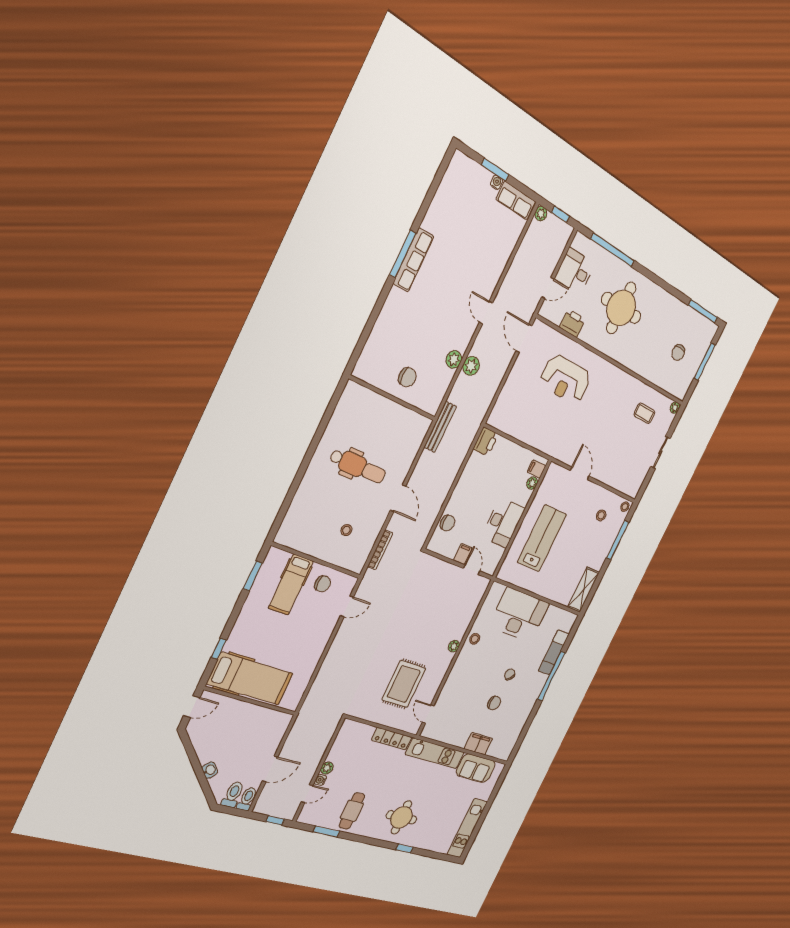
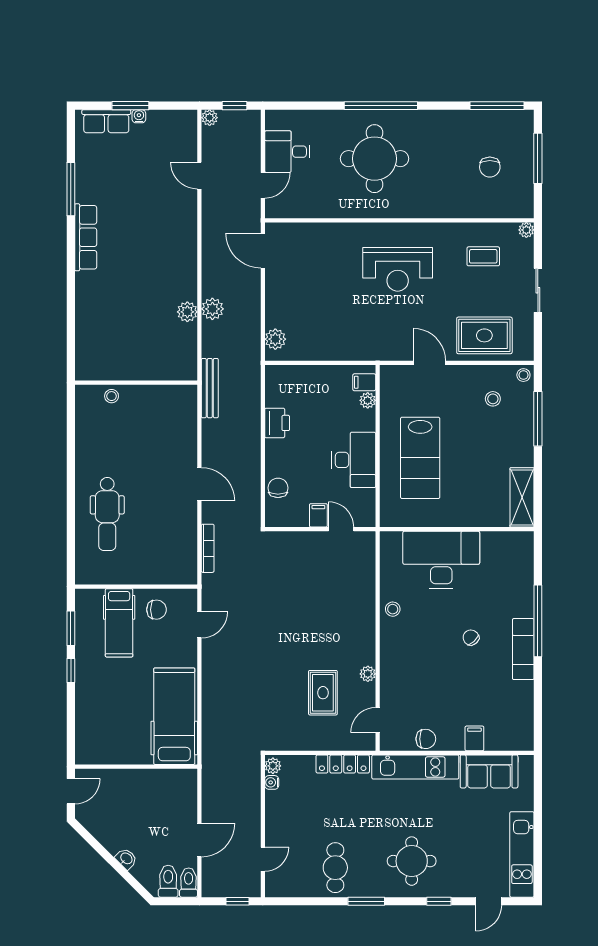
row of seats: (516, 201) -> (106, 121), moved
window: (613, 250) -> (381, 106), moved
window: (403, 254) -> (71, 189), moved
door: (486, 313) -> (199, 176), moved
printer: (572, 323) -> (317, 206), removed
chair: (407, 377) -> (142, 354), removed
reception desk: (566, 379) -> (398, 269), moved
plant: (499, 410) -> (275, 339), added
printer: (486, 442) -> (277, 423), moved
dental chair: (358, 466) -> (107, 514), moved, turned 90
rug: (618, 469) -> (484, 335), added
chair: (448, 523) -> (278, 488), turned -90
stool: (346, 530) -> (112, 396), moved
lab bench: (542, 538) -> (420, 458), turned 180
plant: (454, 646) -> (368, 674), moved
window: (219, 649) -> (71, 670), moved
exam couch: (554, 652) -> (523, 649), moved
hospital bed: (250, 679) -> (174, 716), moved, turned -90
rug: (404, 684) -> (323, 693), width x0.73, depth x0.70
chair: (494, 703) -> (426, 739), moved
door: (428, 714) -> (378, 720), hinge flipped
filing cabinet: (478, 744) -> (474, 738), width x0.50
plant: (327, 768) -> (273, 766), moved
water cooler: (320, 780) -> (272, 782), moved
window: (326, 832) -> (366, 901), moved
door: (433, 855) -> (489, 901), added

